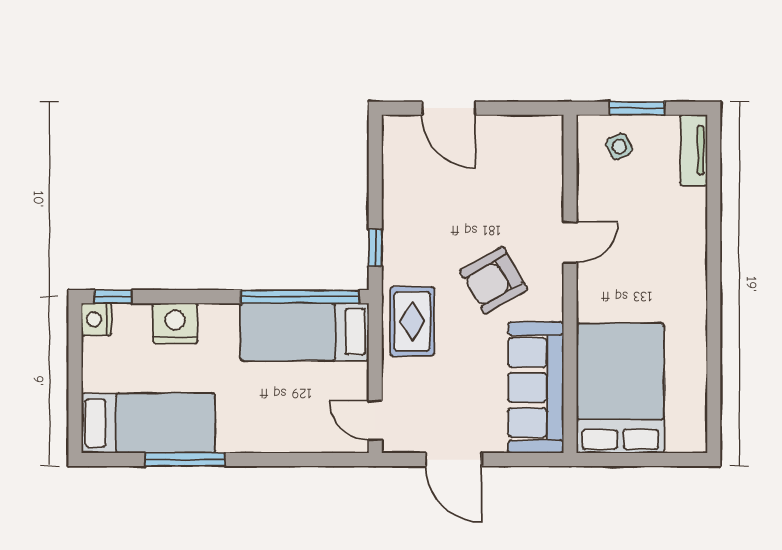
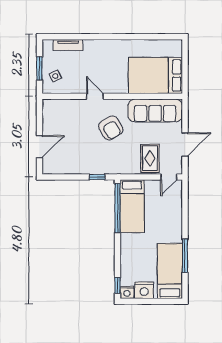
tv unit: (694, 150) -> (68, 45), moved
rug: (412, 321) -> (150, 158), moved, turned 90
nightstand: (175, 323) -> (144, 290), moved, turned -90

